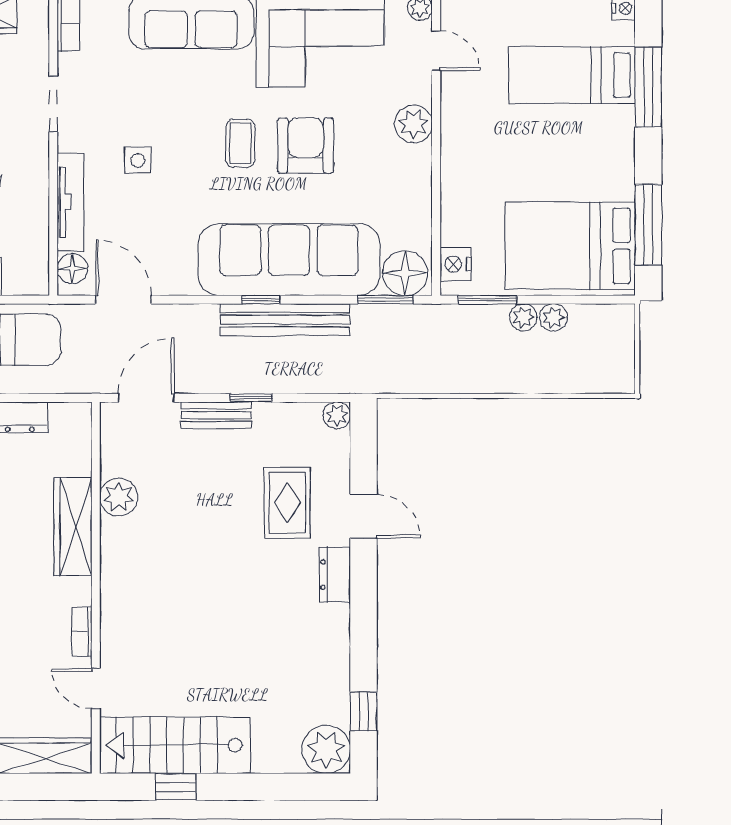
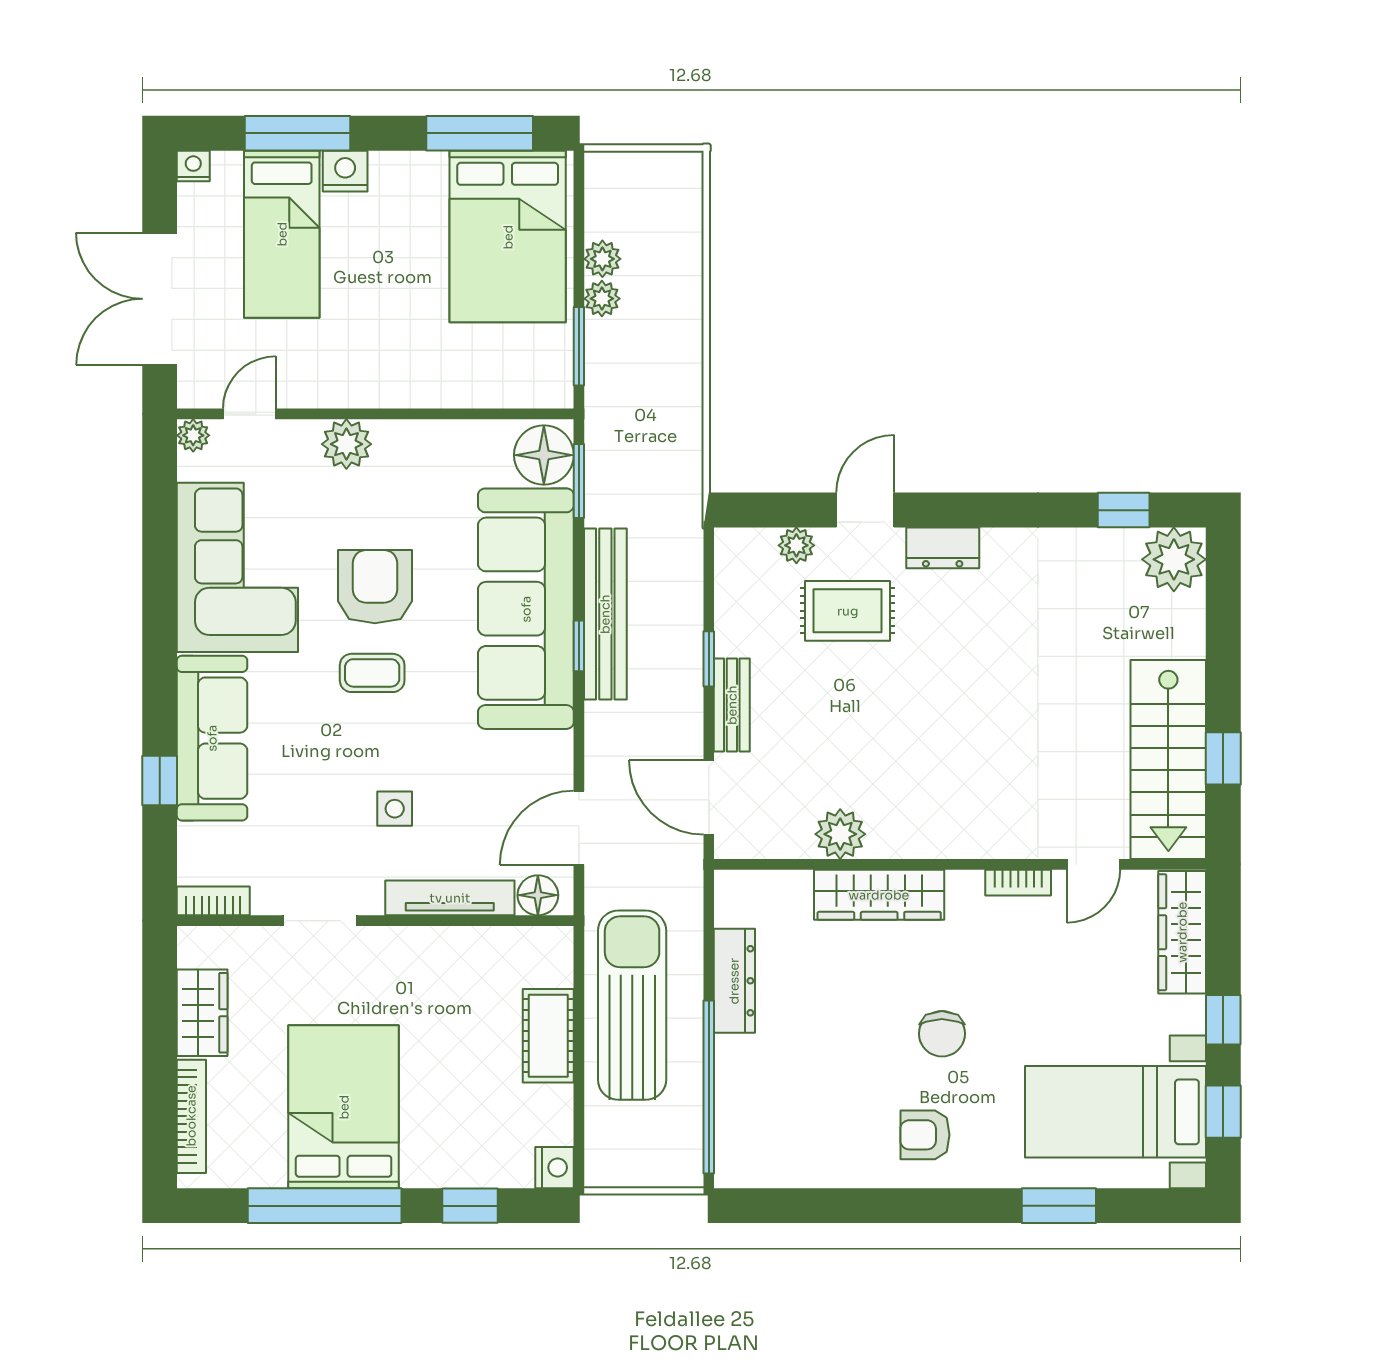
armchair: (306, 146) -> (375, 587), turned 90
nightstand: (456, 264) -> (345, 171), moved, turned 180
plant: (337, 415) -> (796, 545), moved

